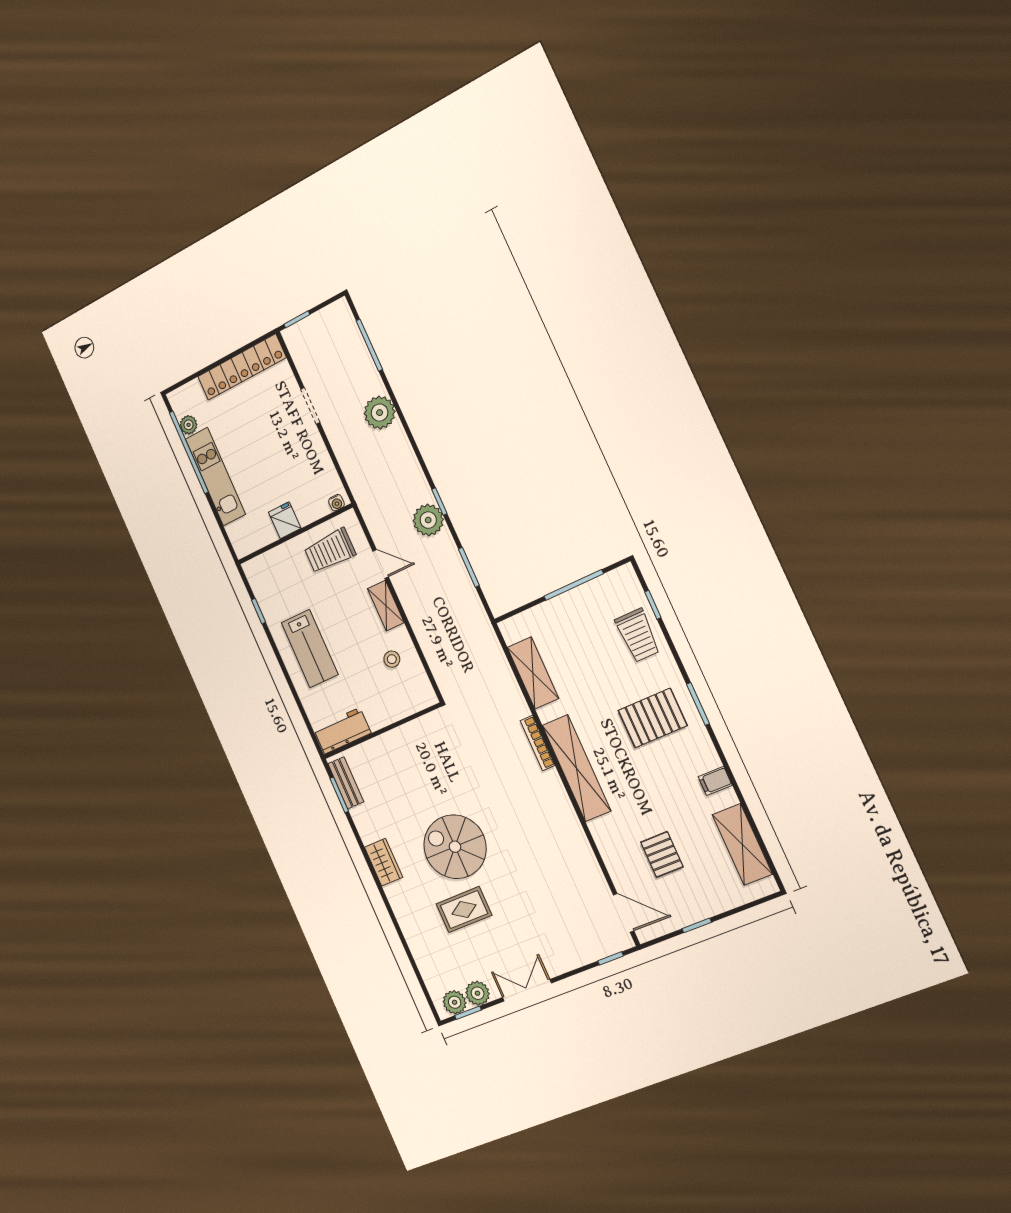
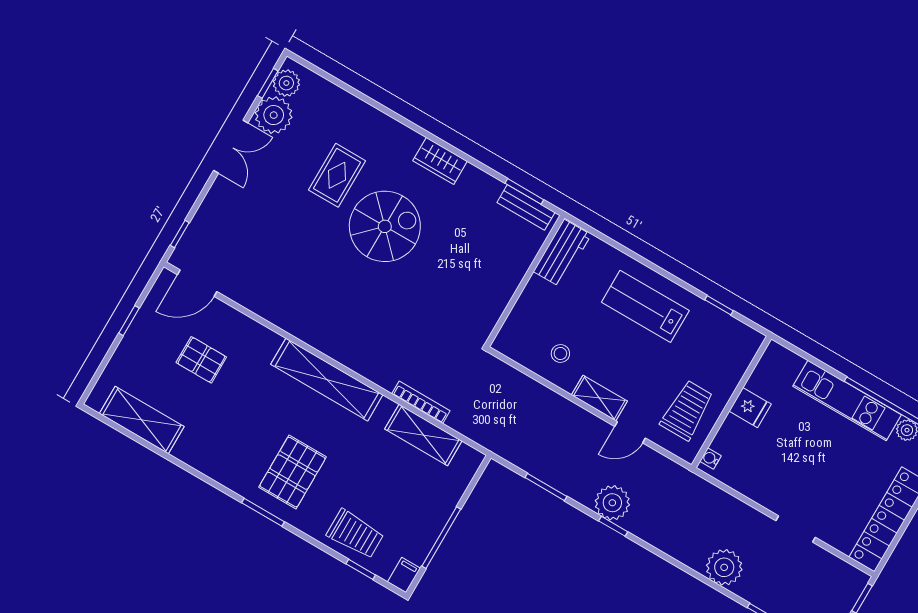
trolley: (638, 635) -> (355, 534), turned 180
bookcase: (538, 743) -> (421, 402), moved
filing cabinet: (715, 781) -> (404, 575), moved
plant: (478, 993) -> (274, 115), width x1.36, depth x1.36

